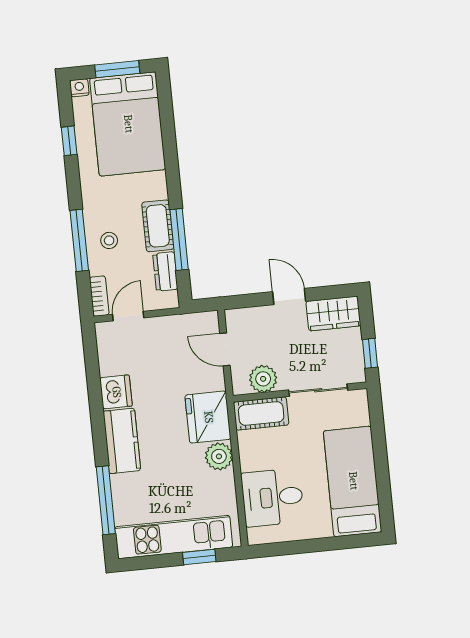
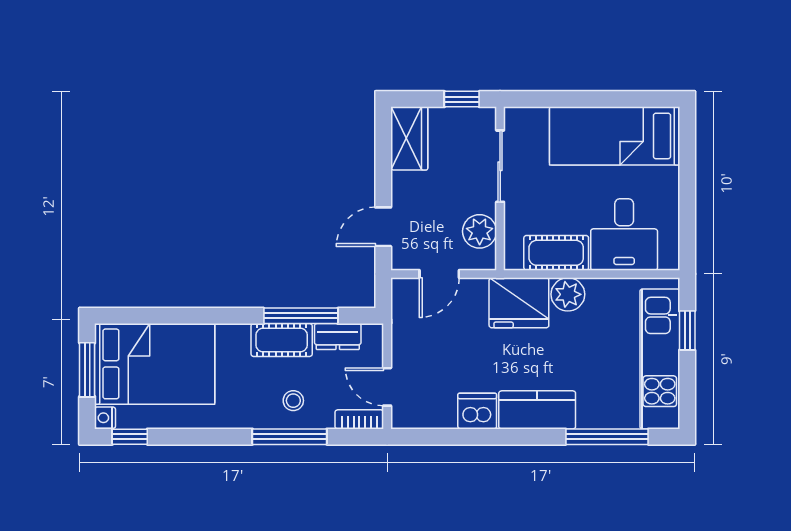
window: (69, 141) -> (130, 437), moved
door: (289, 296) -> (383, 227), moved
cot: (261, 414) -> (556, 253), moved, turned 90

